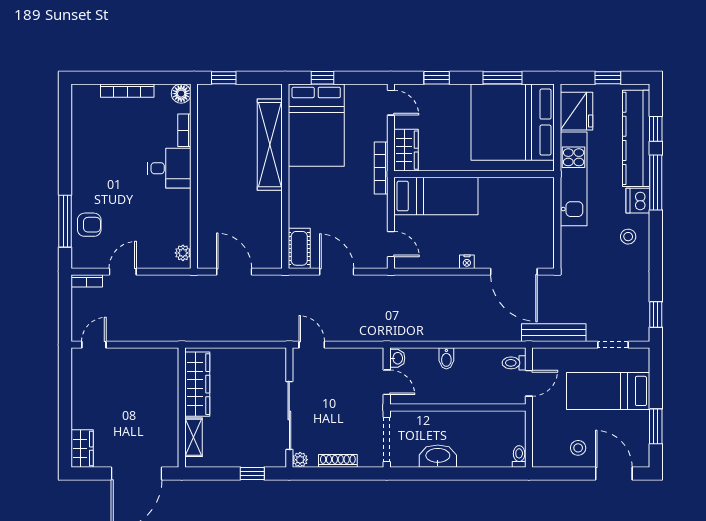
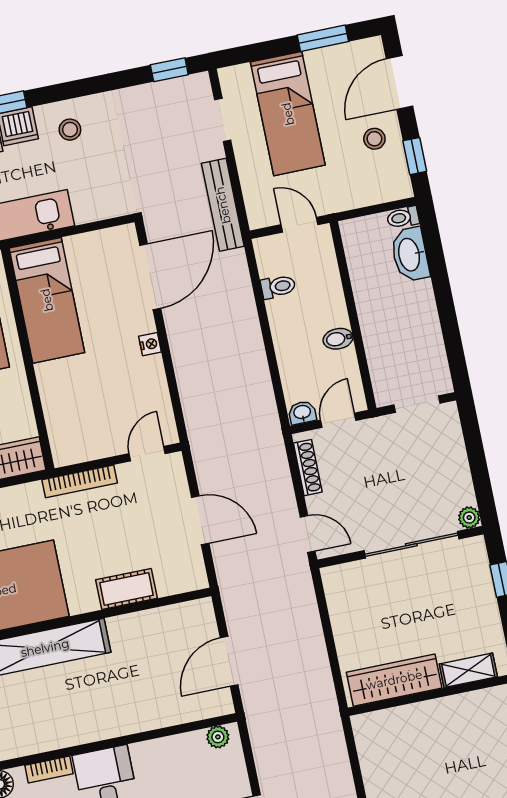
bookcase: (381, 168) -> (80, 481), moved
bed: (436, 196) -> (47, 300), moved, turned 180
cot: (299, 248) -> (127, 589), moved
door: (337, 272) -> (200, 520), swing flipped
door: (312, 345) -> (308, 534), swing flipped
bidet: (446, 358) -> (338, 339), moved, turned 180
toilet: (514, 363) -> (278, 287), moved, turned -90
doorway: (387, 440) -> (417, 404), width x0.73
washbasin: (438, 456) -> (410, 254), moved
shoe rack: (338, 461) -> (308, 468), moved, turned 180
window: (560, 474) -> (415, 156), added

